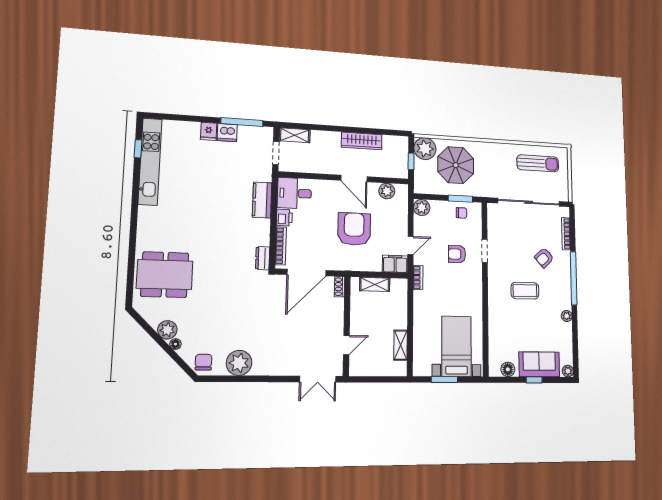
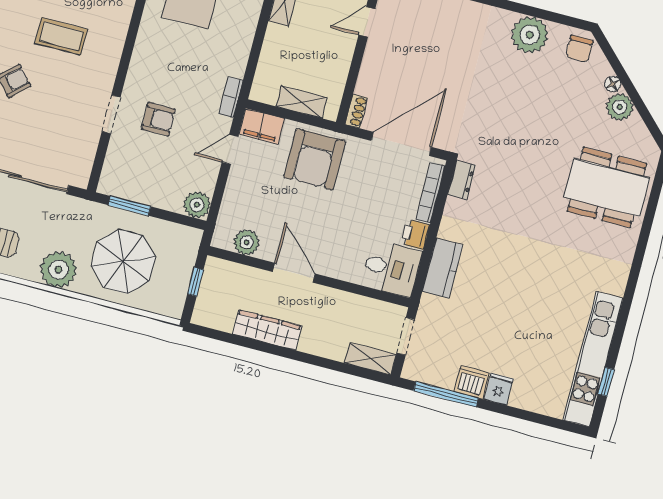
plant: (425, 149) -> (58, 270), moved
chair: (461, 213) -> (134, 183), removed
armchair: (354, 229) -> (315, 159), moved

